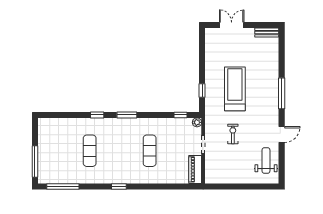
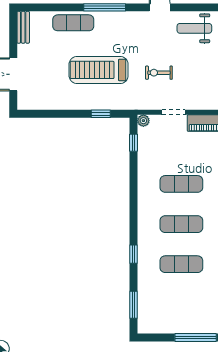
exercise mat: (270, 70) -> (73, 23), added
window: (127, 115) -> (133, 305), moved
exercise mat: (120, 151) -> (181, 224), added

